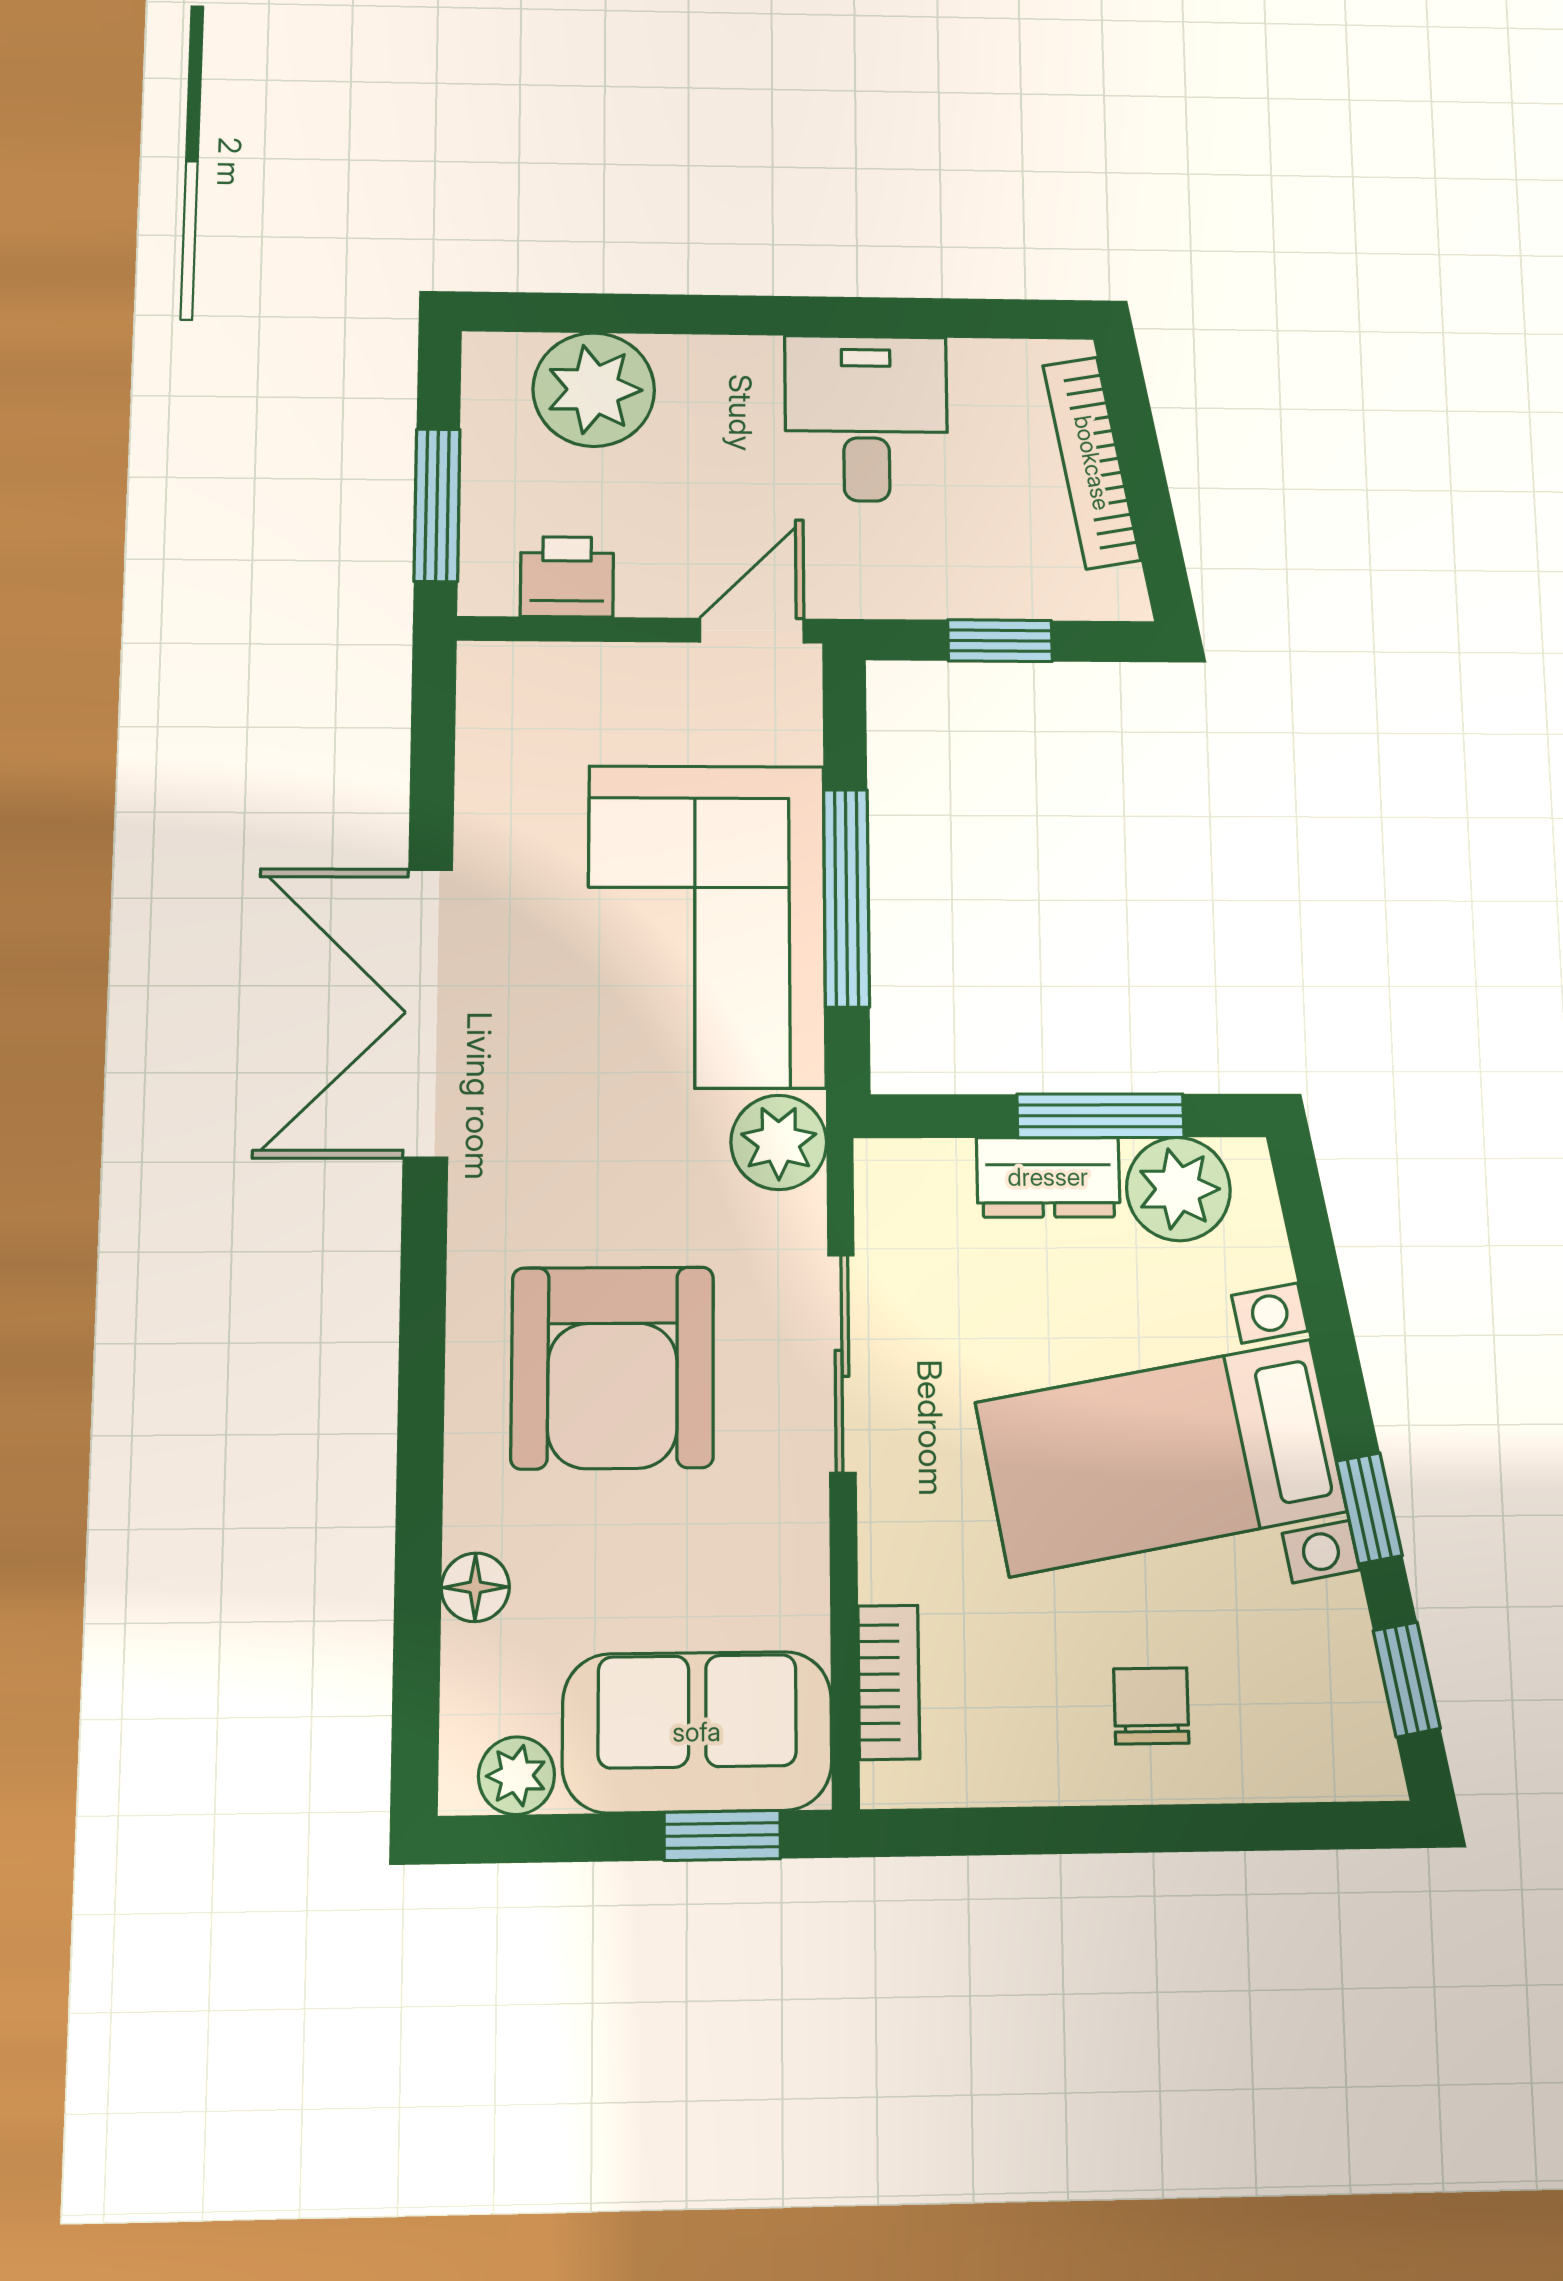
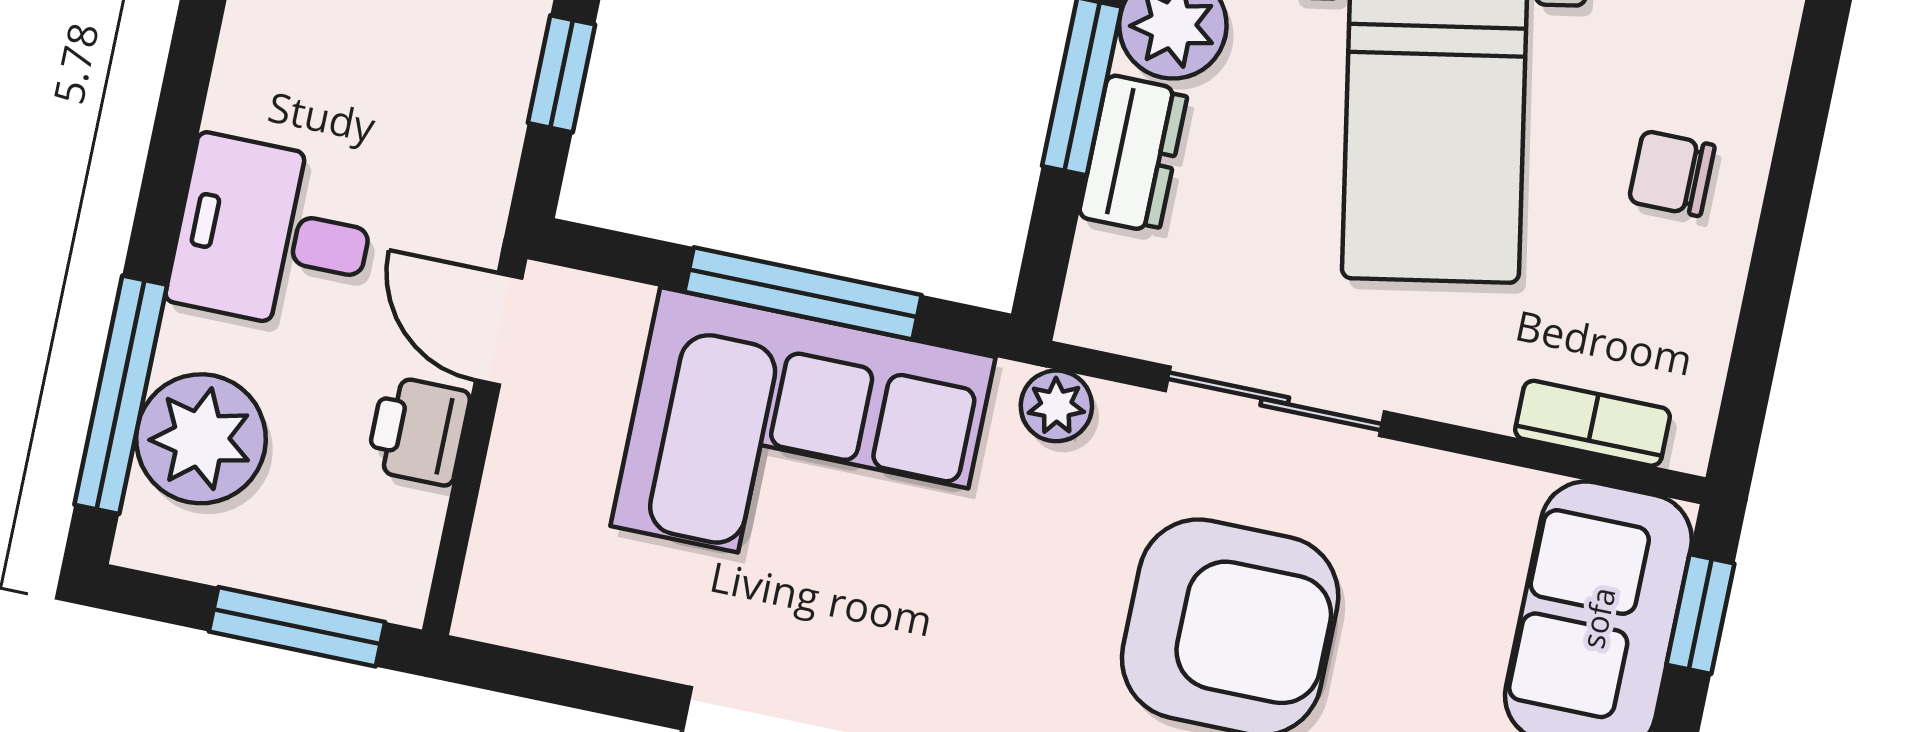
window: (619, 314) -> (121, 395), added
desk: (866, 418) -> (273, 235), moved
printer: (567, 577) -> (418, 431), moved
plant: (779, 1142) -> (1056, 406), width x0.73, depth x0.73

